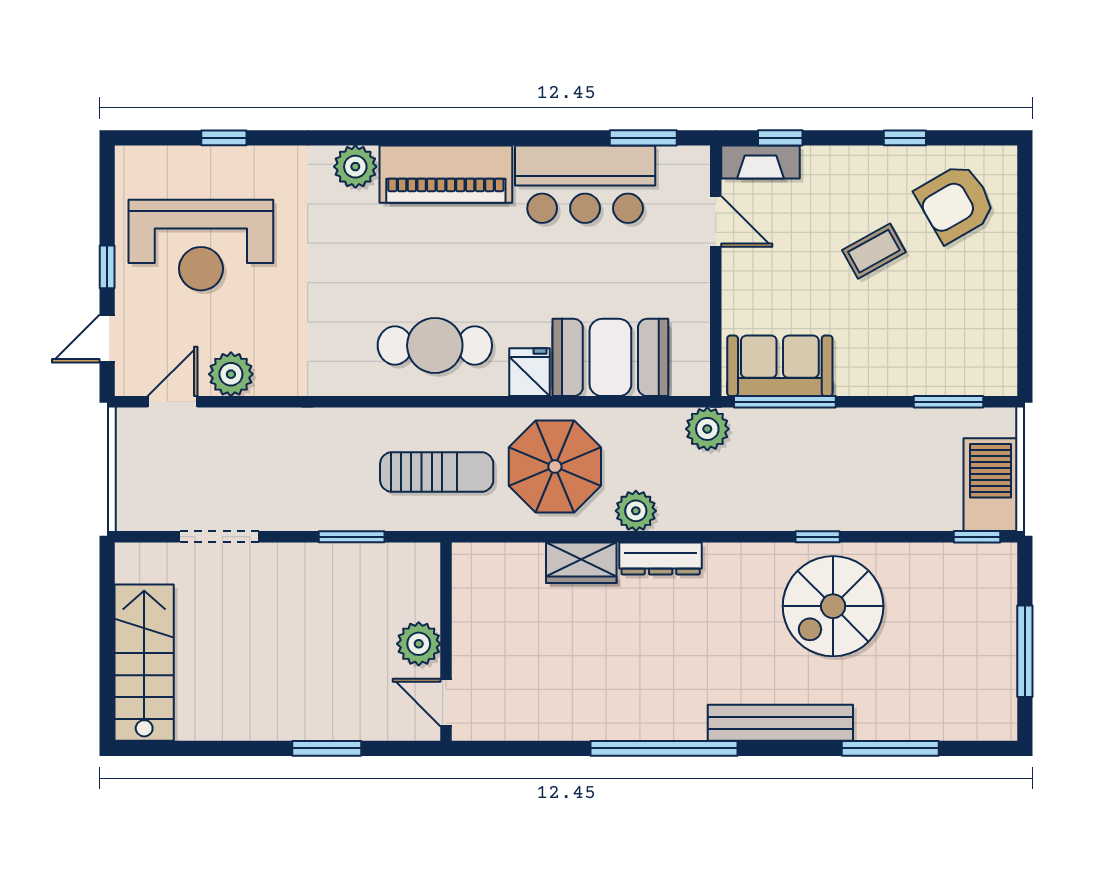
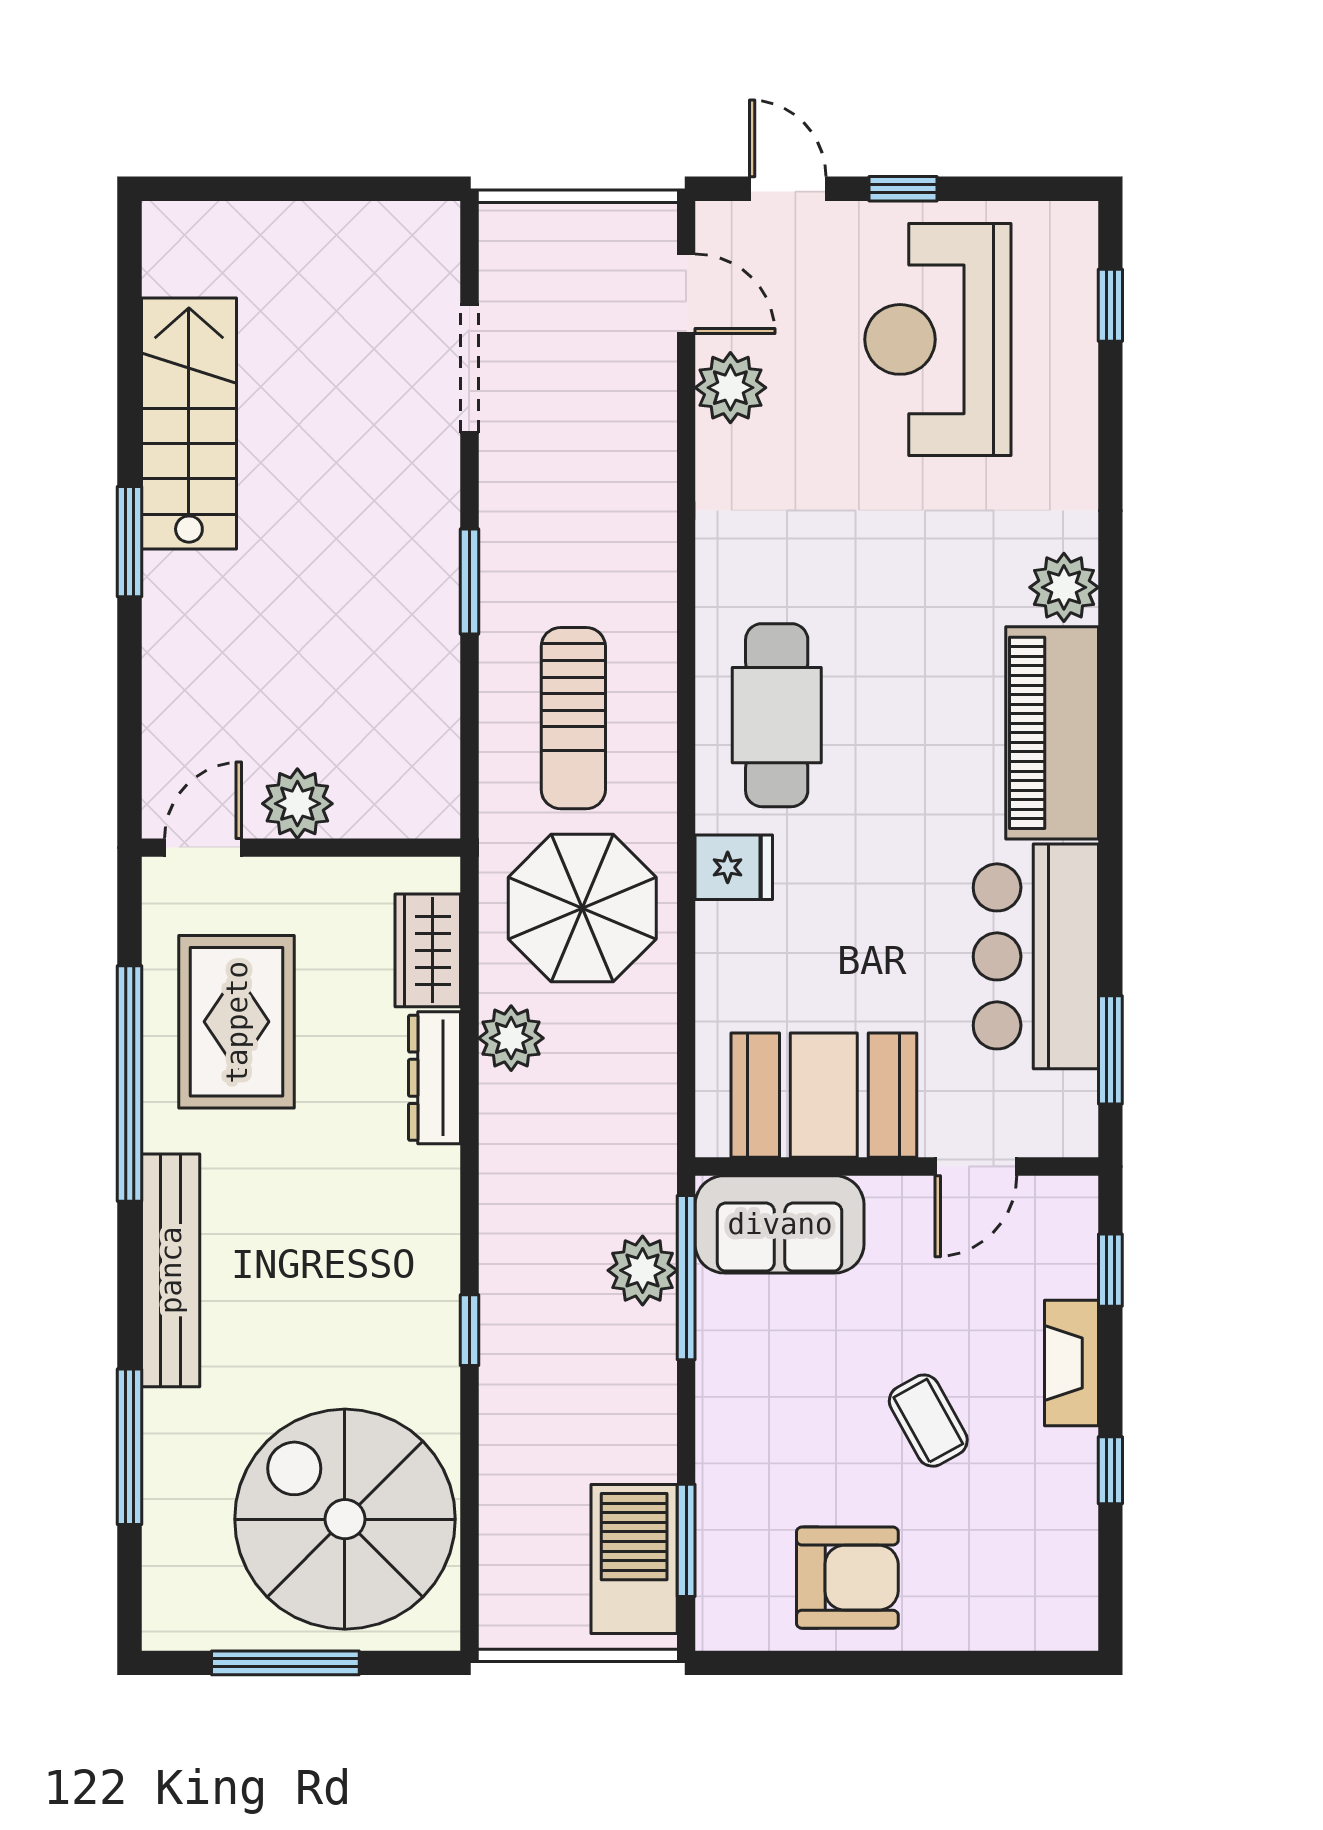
window: (224, 138) -> (1110, 305), moved
fireplace: (761, 162) -> (1071, 1363), moved
armchair: (956, 203) -> (847, 1578), moved, turned 120
booth: (610, 357) -> (824, 1095), moved, turned 90
sofa: (780, 366) -> (780, 1224), moved, turned 90
plant: (707, 429) -> (643, 1270), moved
barbecue: (991, 485) -> (634, 1559), moved, turned -90
window: (977, 537) -> (469, 1586), removed
spiral stairs: (833, 606) -> (345, 1519), moved, width x1.37, depth x1.37
wall: (446, 642) -> (301, 848), moved
plant: (419, 644) -> (297, 804), moved
stairs: (144, 663) -> (189, 424), moved, turned -90
rug: (626, 682) -> (237, 1022), added
door: (446, 702) -> (203, 848), moved

